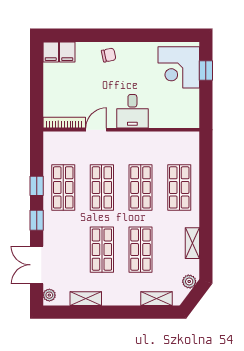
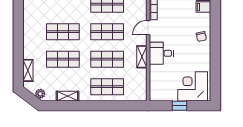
window: (206, 71) -> (179, 106), moved
door: (96, 130) -> (148, 28), swing flipped
shelving: (86, 299) -> (142, 57), moved

